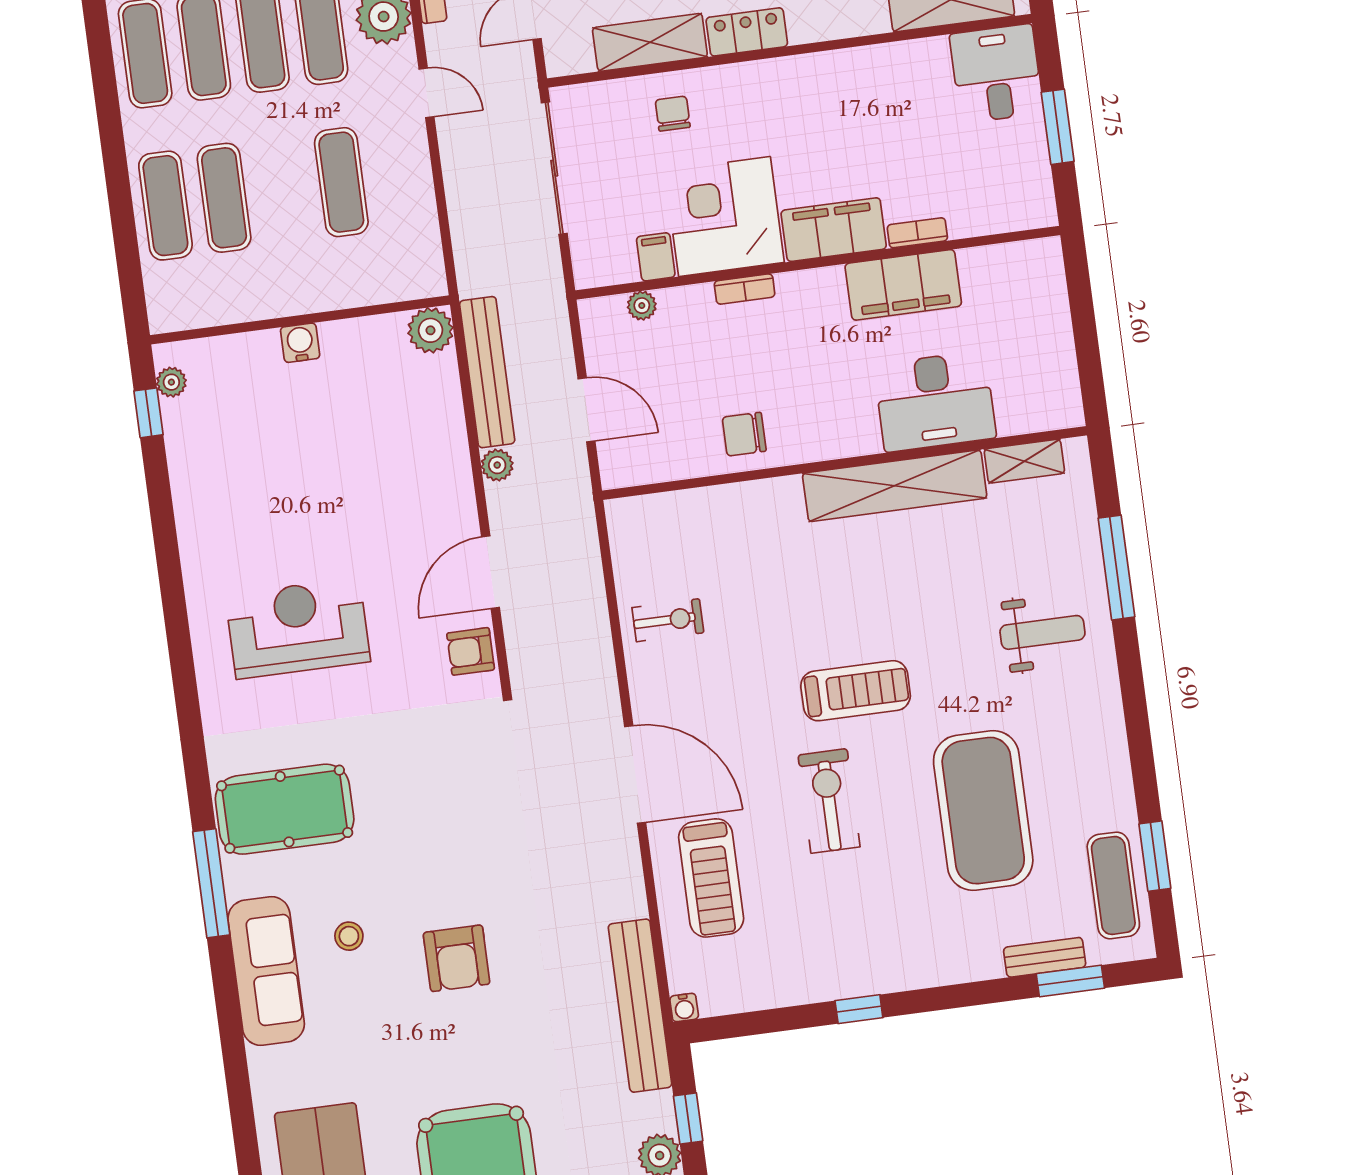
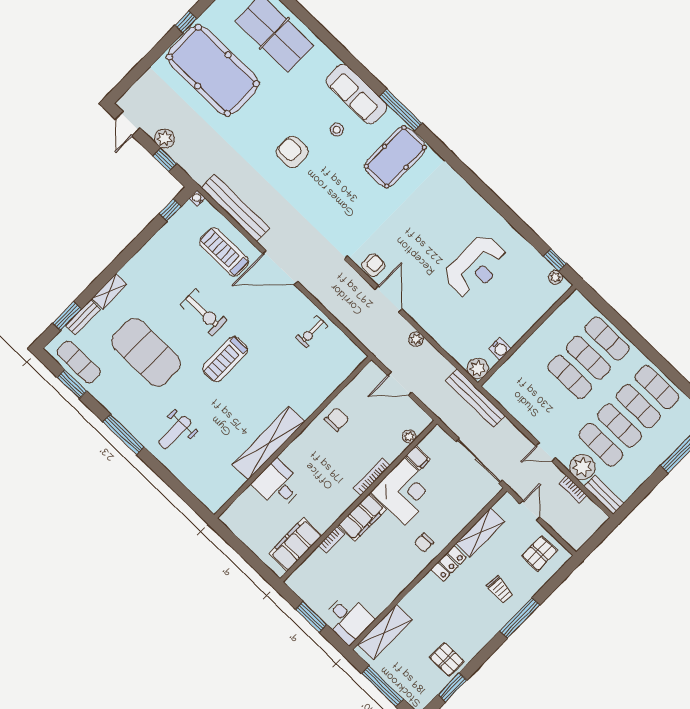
chair: (673, 114) -> (424, 543), moved, turned 90
exercise mat: (341, 182) -> (570, 377), moved
filing cabinet: (903, 285) -> (295, 544), moved
bookcase: (745, 289) -> (372, 477), width x1.56
water cooler: (300, 343) -> (500, 349), moved
bench: (487, 372) -> (475, 398), moved
desk: (935, 401) -> (278, 485), width x0.73
shelving: (1024, 461) -> (109, 291), moved
window: (1116, 568) -> (124, 434), moved
reception desk: (298, 628) -> (476, 266), moved
bench: (640, 1006) -> (235, 208), moved
window: (859, 1009) -> (170, 210), moved

